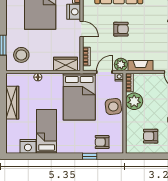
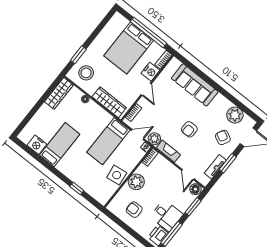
armchair: (121, 29) -> (189, 129), moved, turned 90
wardrobe: (66, 64) -> (109, 102), width x1.50
bed: (79, 97) -> (108, 141), width x0.67
plant: (134, 101) -> (136, 182), moved
wardrobe: (12, 103) -> (59, 93), moved
side table: (113, 107) -> (117, 175), moved
armchair: (102, 142) -> (95, 185), removed

